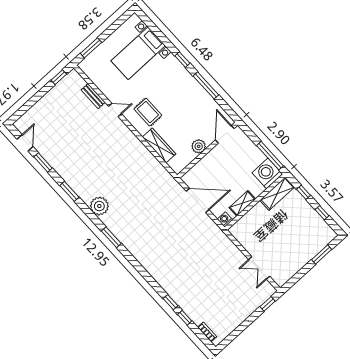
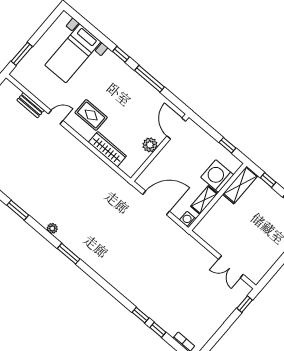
window: (270, 156) -> (227, 145), width x0.46
washing machine: (267, 173) -> (217, 176), moved
plant: (99, 206) -> (52, 228), width x0.53, depth x0.53

